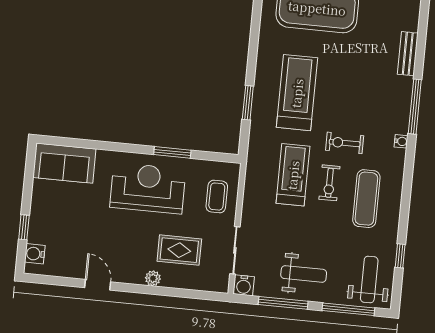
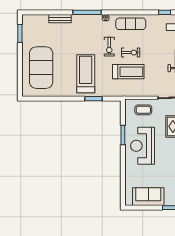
treadmill: (297, 93) -> (86, 74), turned 90
sofa: (64, 163) -> (148, 197), moved, turned -90
treadmill: (293, 175) -> (128, 72), turned 180
exercise mat: (366, 199) -> (131, 24), moved

